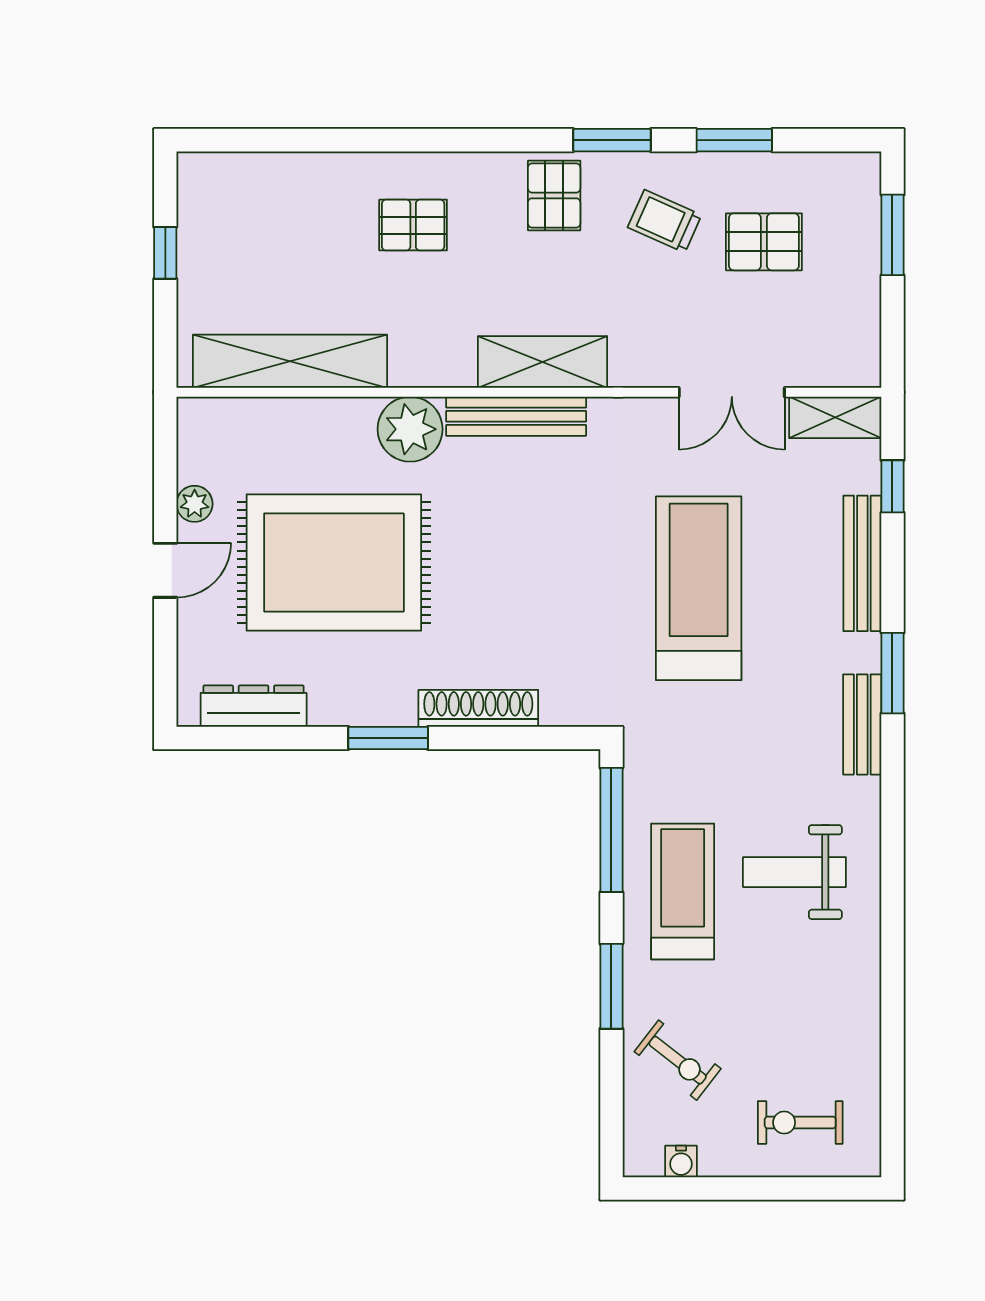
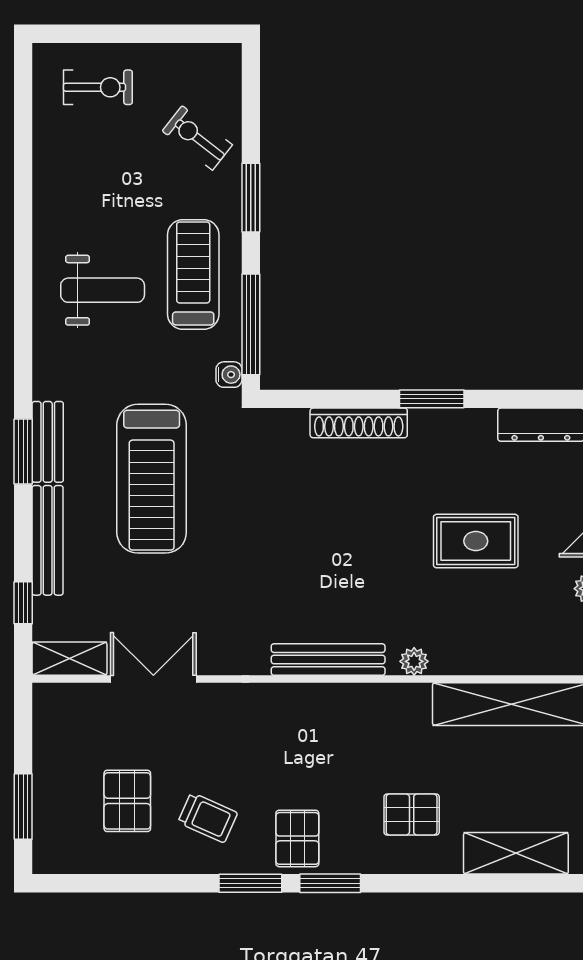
window: (734, 140) -> (330, 883), moved
pallet: (764, 242) -> (127, 801), turned 90
shelving: (543, 362) -> (516, 853), moved
plant: (410, 429) -> (414, 661), width x0.53, depth x0.53
rug: (334, 563) -> (476, 541), width x0.54, depth x0.49
treadmill: (699, 588) -> (152, 479), moved
bench: (862, 724) -> (48, 442), moved
treadmill: (683, 891) -> (193, 275), turned 180
water cooler: (681, 1162) -> (229, 375), moved, turned 90

